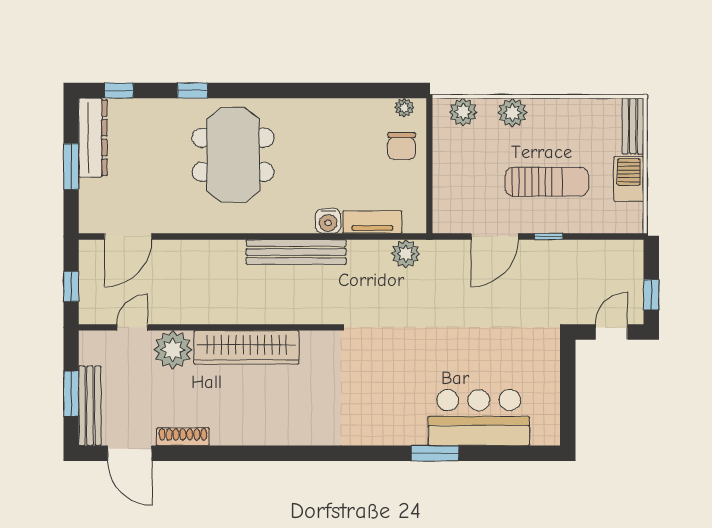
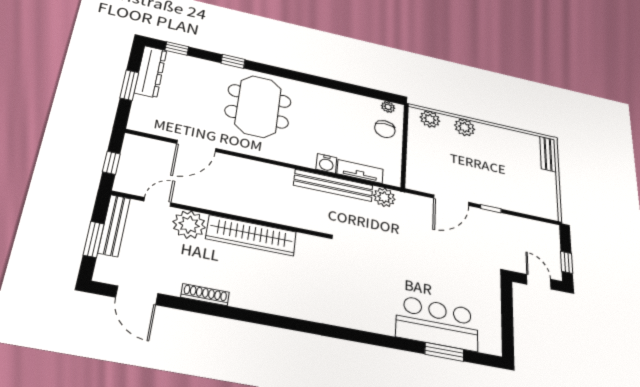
barbecue: (629, 179) -> (547, 185), removed
sun lounger: (547, 182) -> (489, 174), removed
door: (128, 237) -> (196, 146), moved
bench: (296, 252) -> (333, 185), moved
door: (611, 332) -> (539, 282), hinge flipped
bench: (90, 406) -> (114, 225), moved
shoe rack: (183, 437) -> (205, 295), moved
window: (435, 453) -> (444, 352), moved

